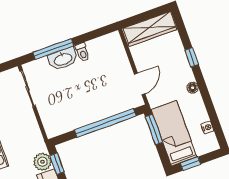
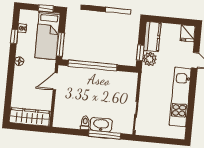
window: (192, 57) -> (14, 36), moved

